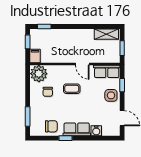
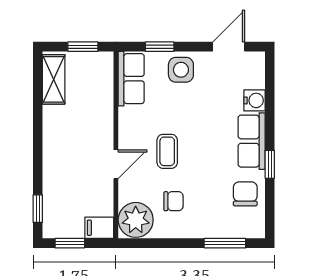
door: (82, 64) -> (116, 164), moved

